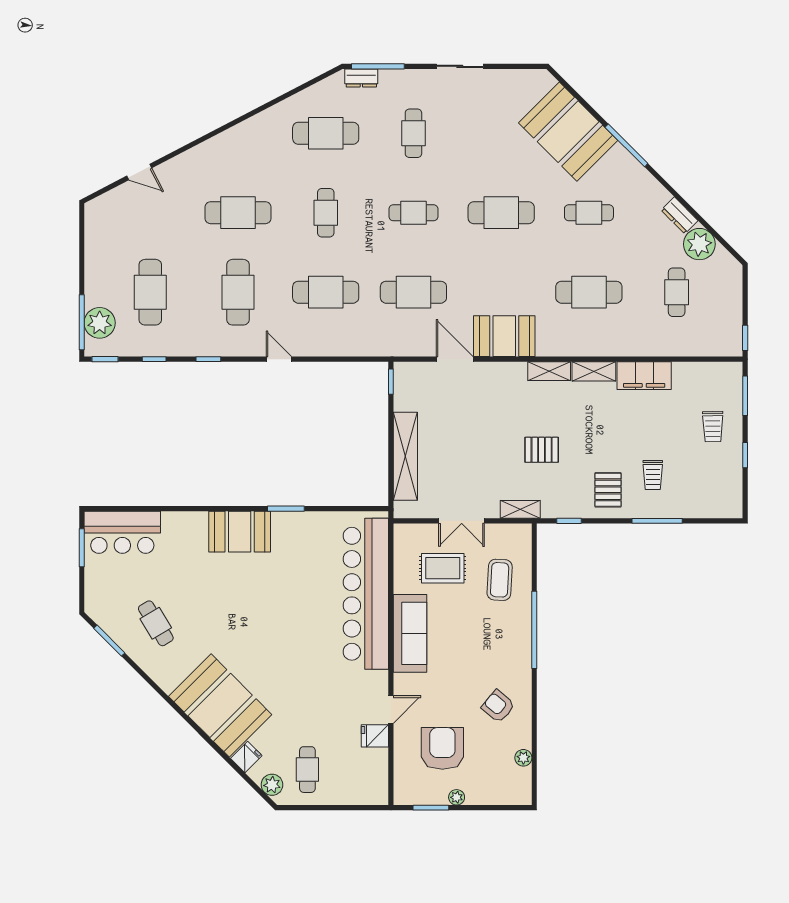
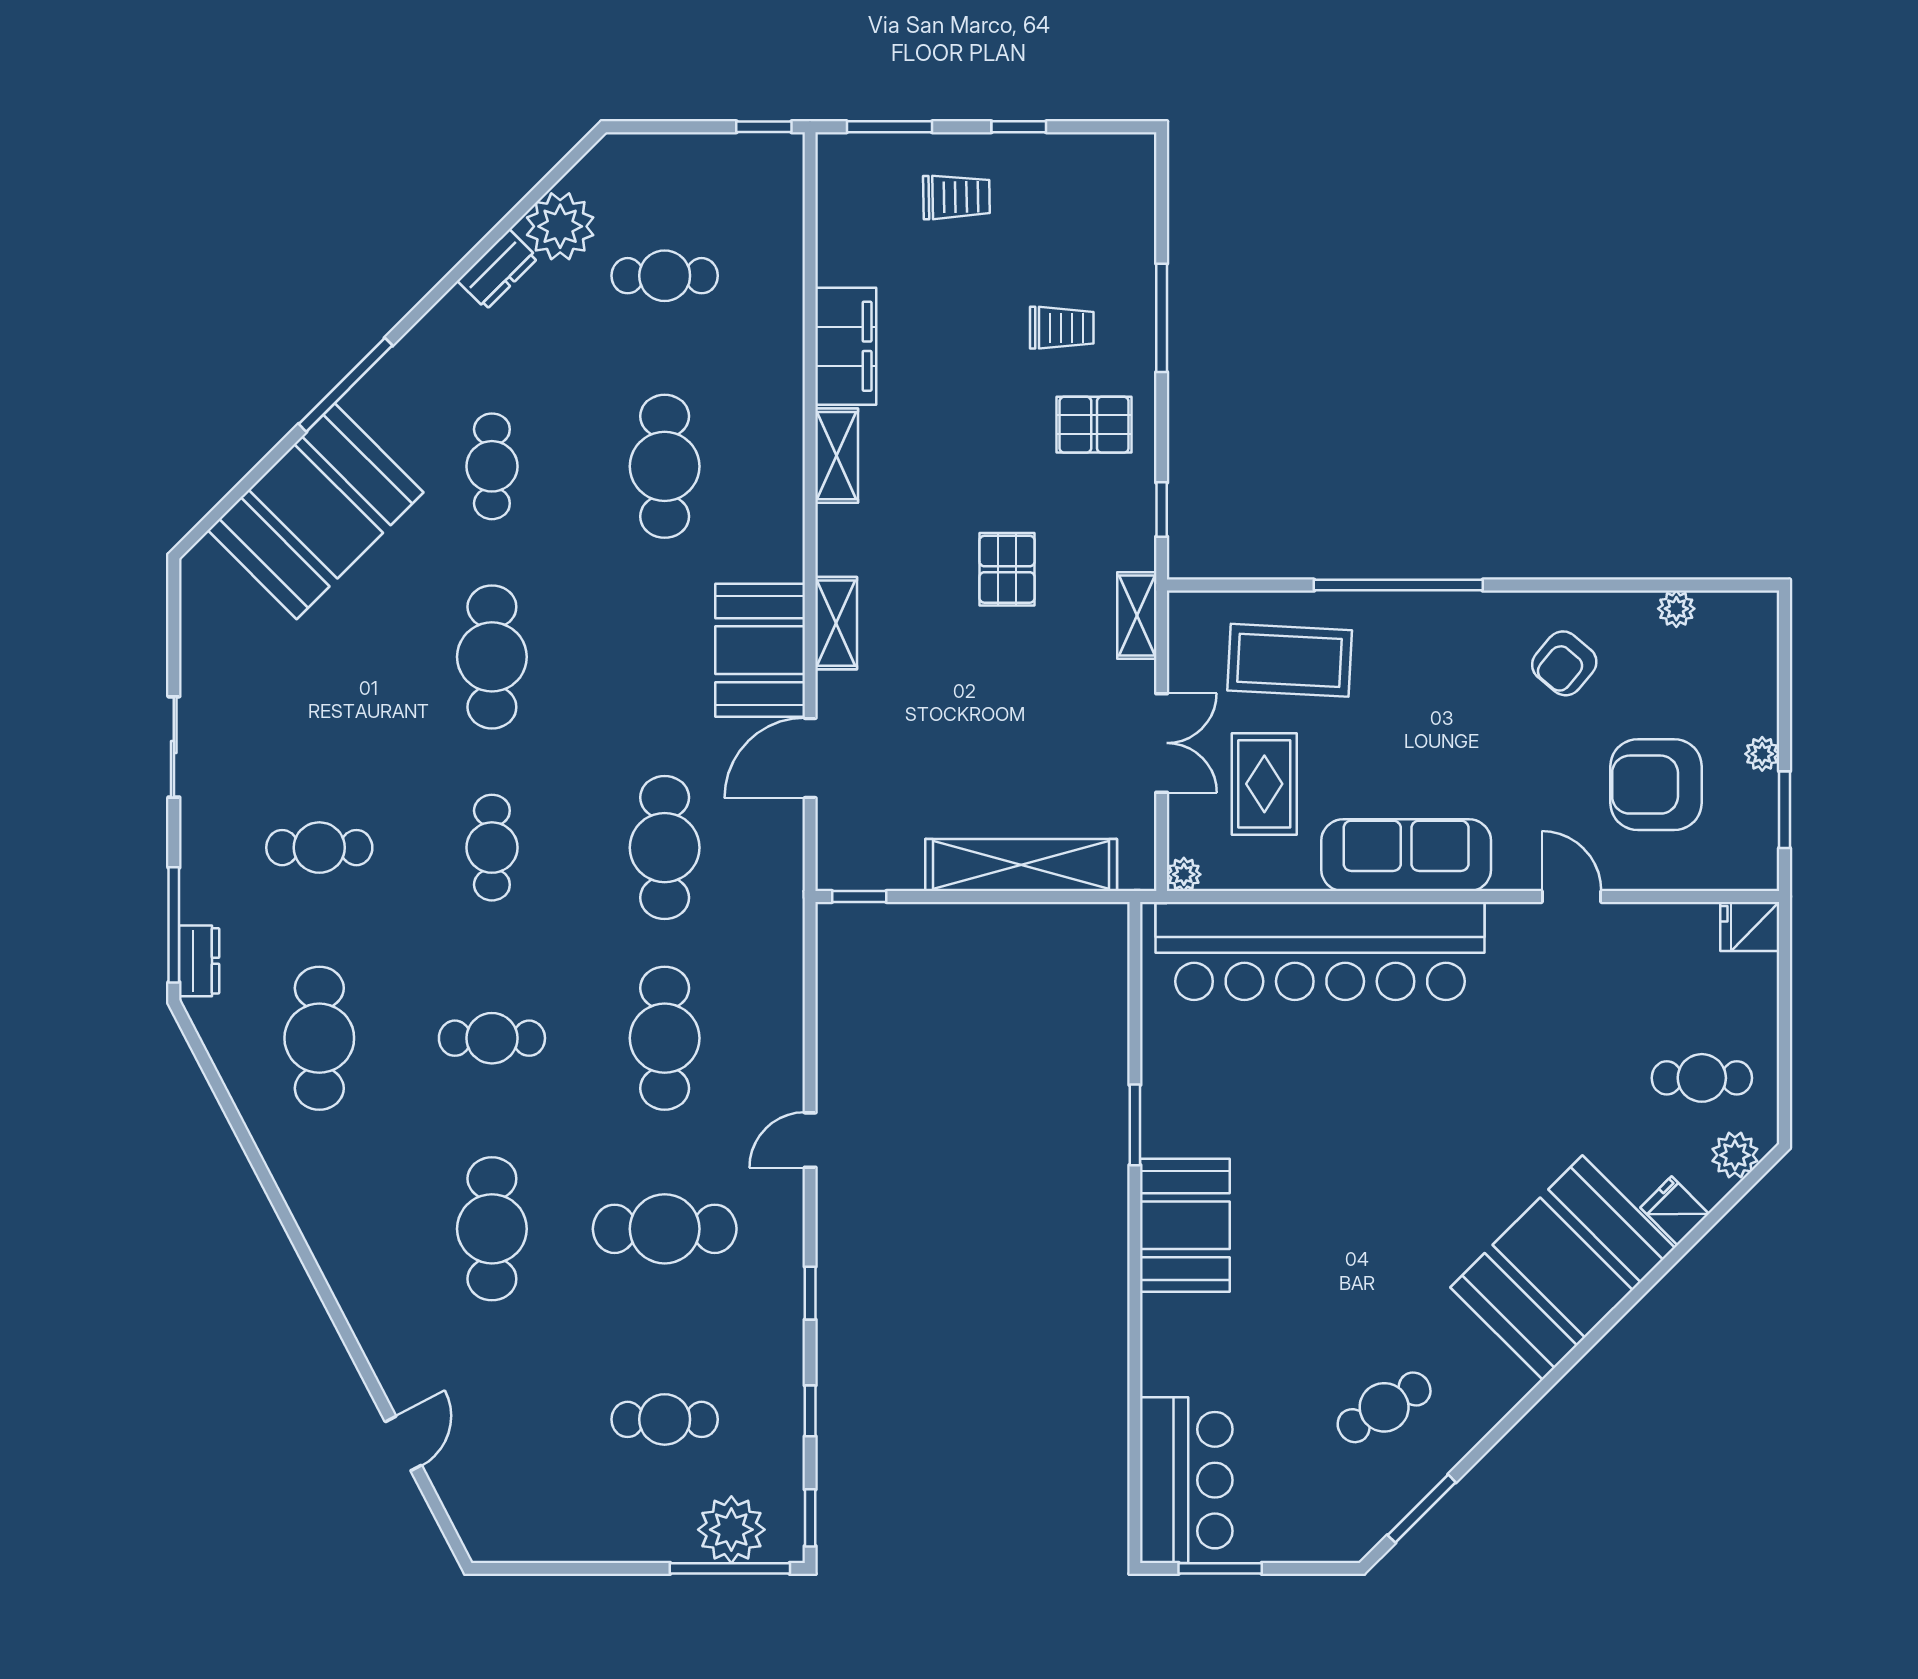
cafe table: (150, 292) -> (665, 1419), width x0.73, depth x0.74
shelving: (549, 371) -> (836, 623), moved
plant: (401, 531) -> (1184, 874), added
coffee table: (500, 580) -> (1290, 660), width x1.36, depth x1.32
fridge: (375, 736) -> (1750, 927), moved, turned 90

